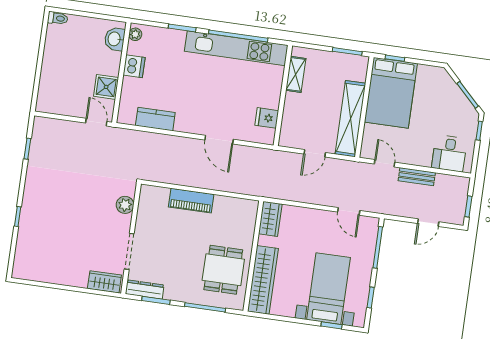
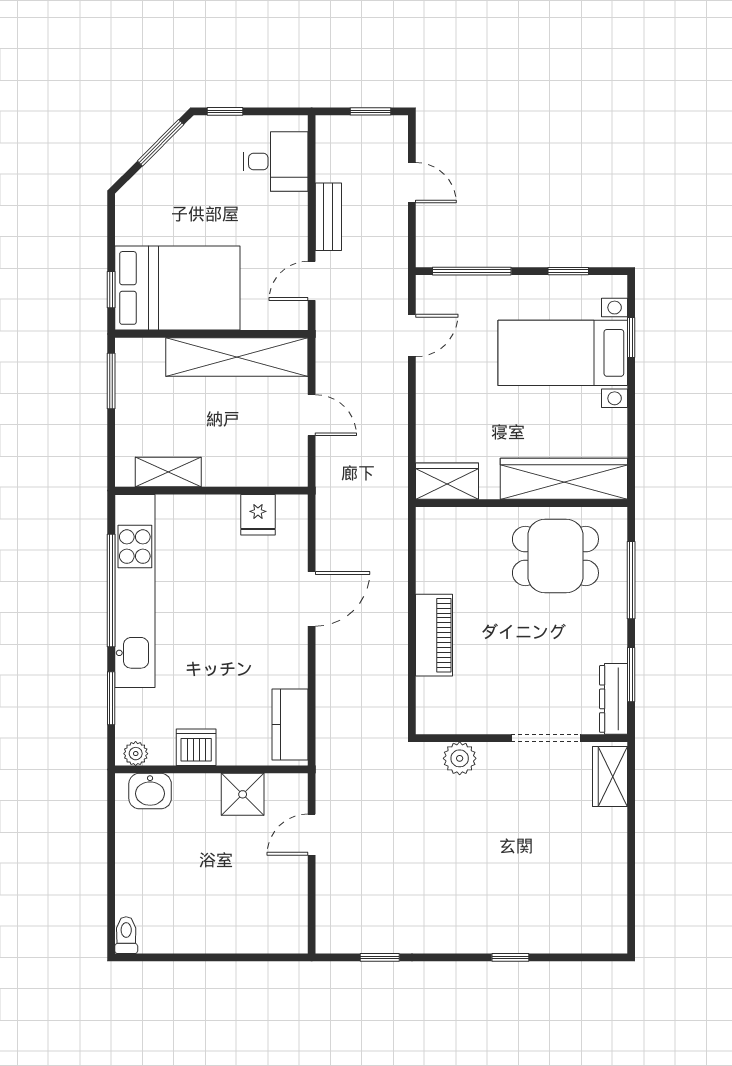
plant: (135, 34) -> (136, 754), moved
washbasin: (115, 39) -> (150, 791), moved
dishwasher: (134, 66) -> (196, 747), moved
wall: (121, 73) -> (211, 769), moved
shower: (106, 87) -> (243, 794), moved

